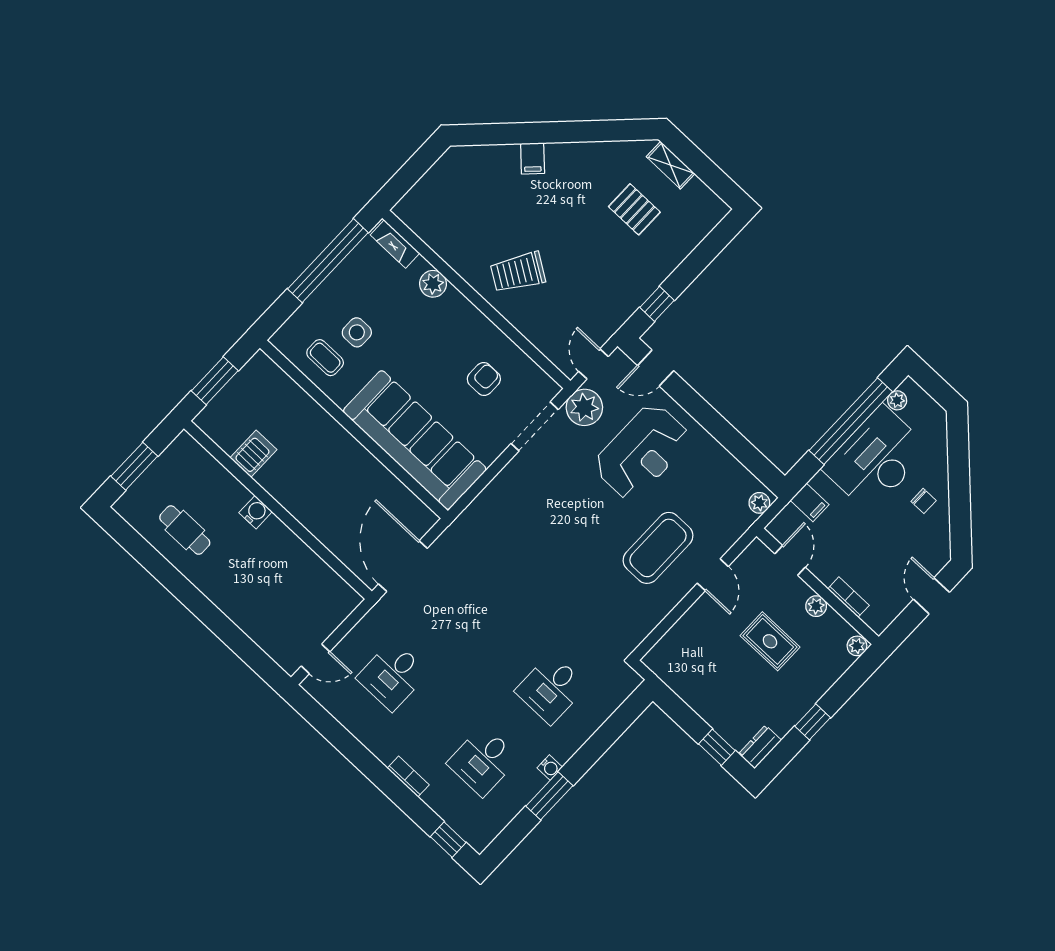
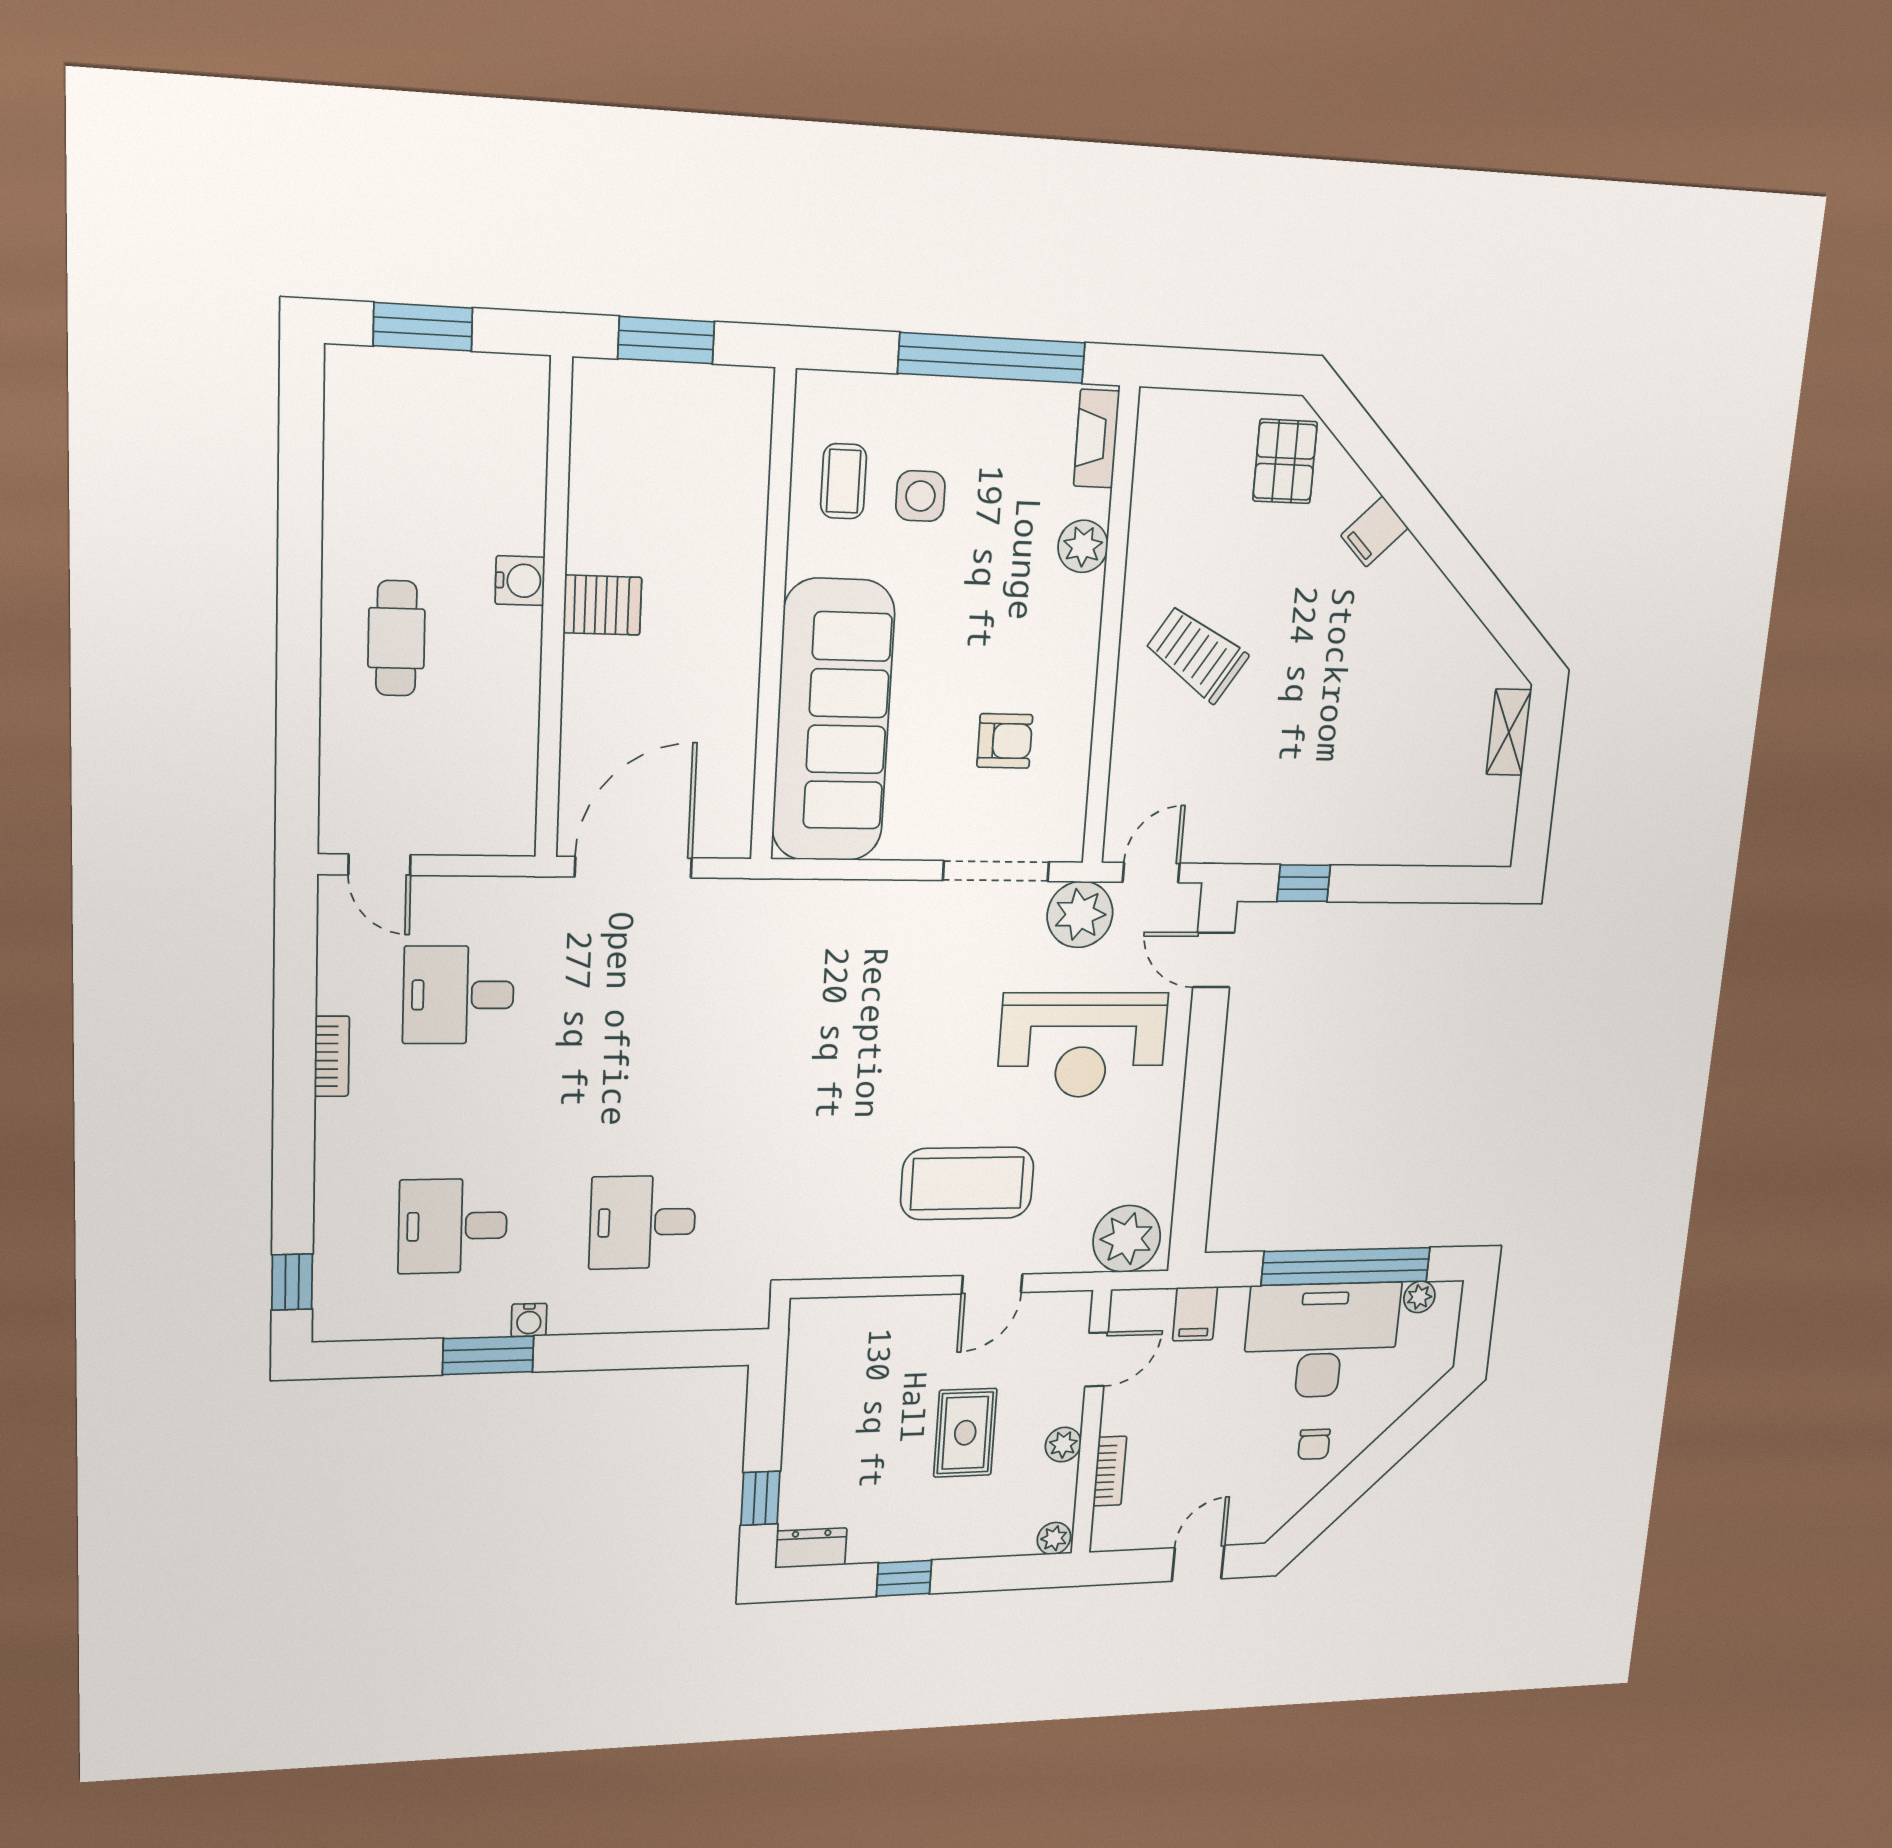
pallet: (634, 209) -> (1285, 461), moved
server rack: (254, 454) -> (602, 605), moved
plant: (759, 503) -> (1127, 1239), width x1.88, depth x1.88
cafe table: (185, 530) -> (396, 638), moved
bookcase: (408, 777) -> (332, 1056), moved

